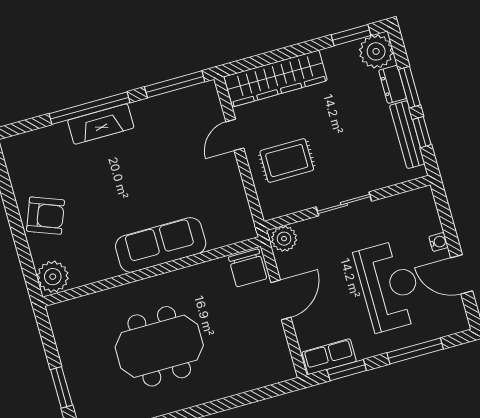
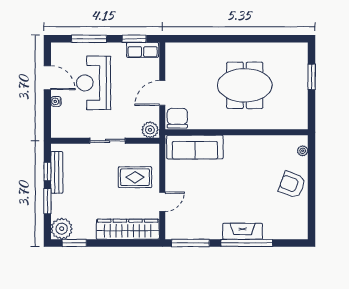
dresser: (393, 84) -> (57, 206), removed
sofa: (161, 245) -> (195, 147), moved
plant: (53, 277) -> (303, 151), width x0.53, depth x0.53

